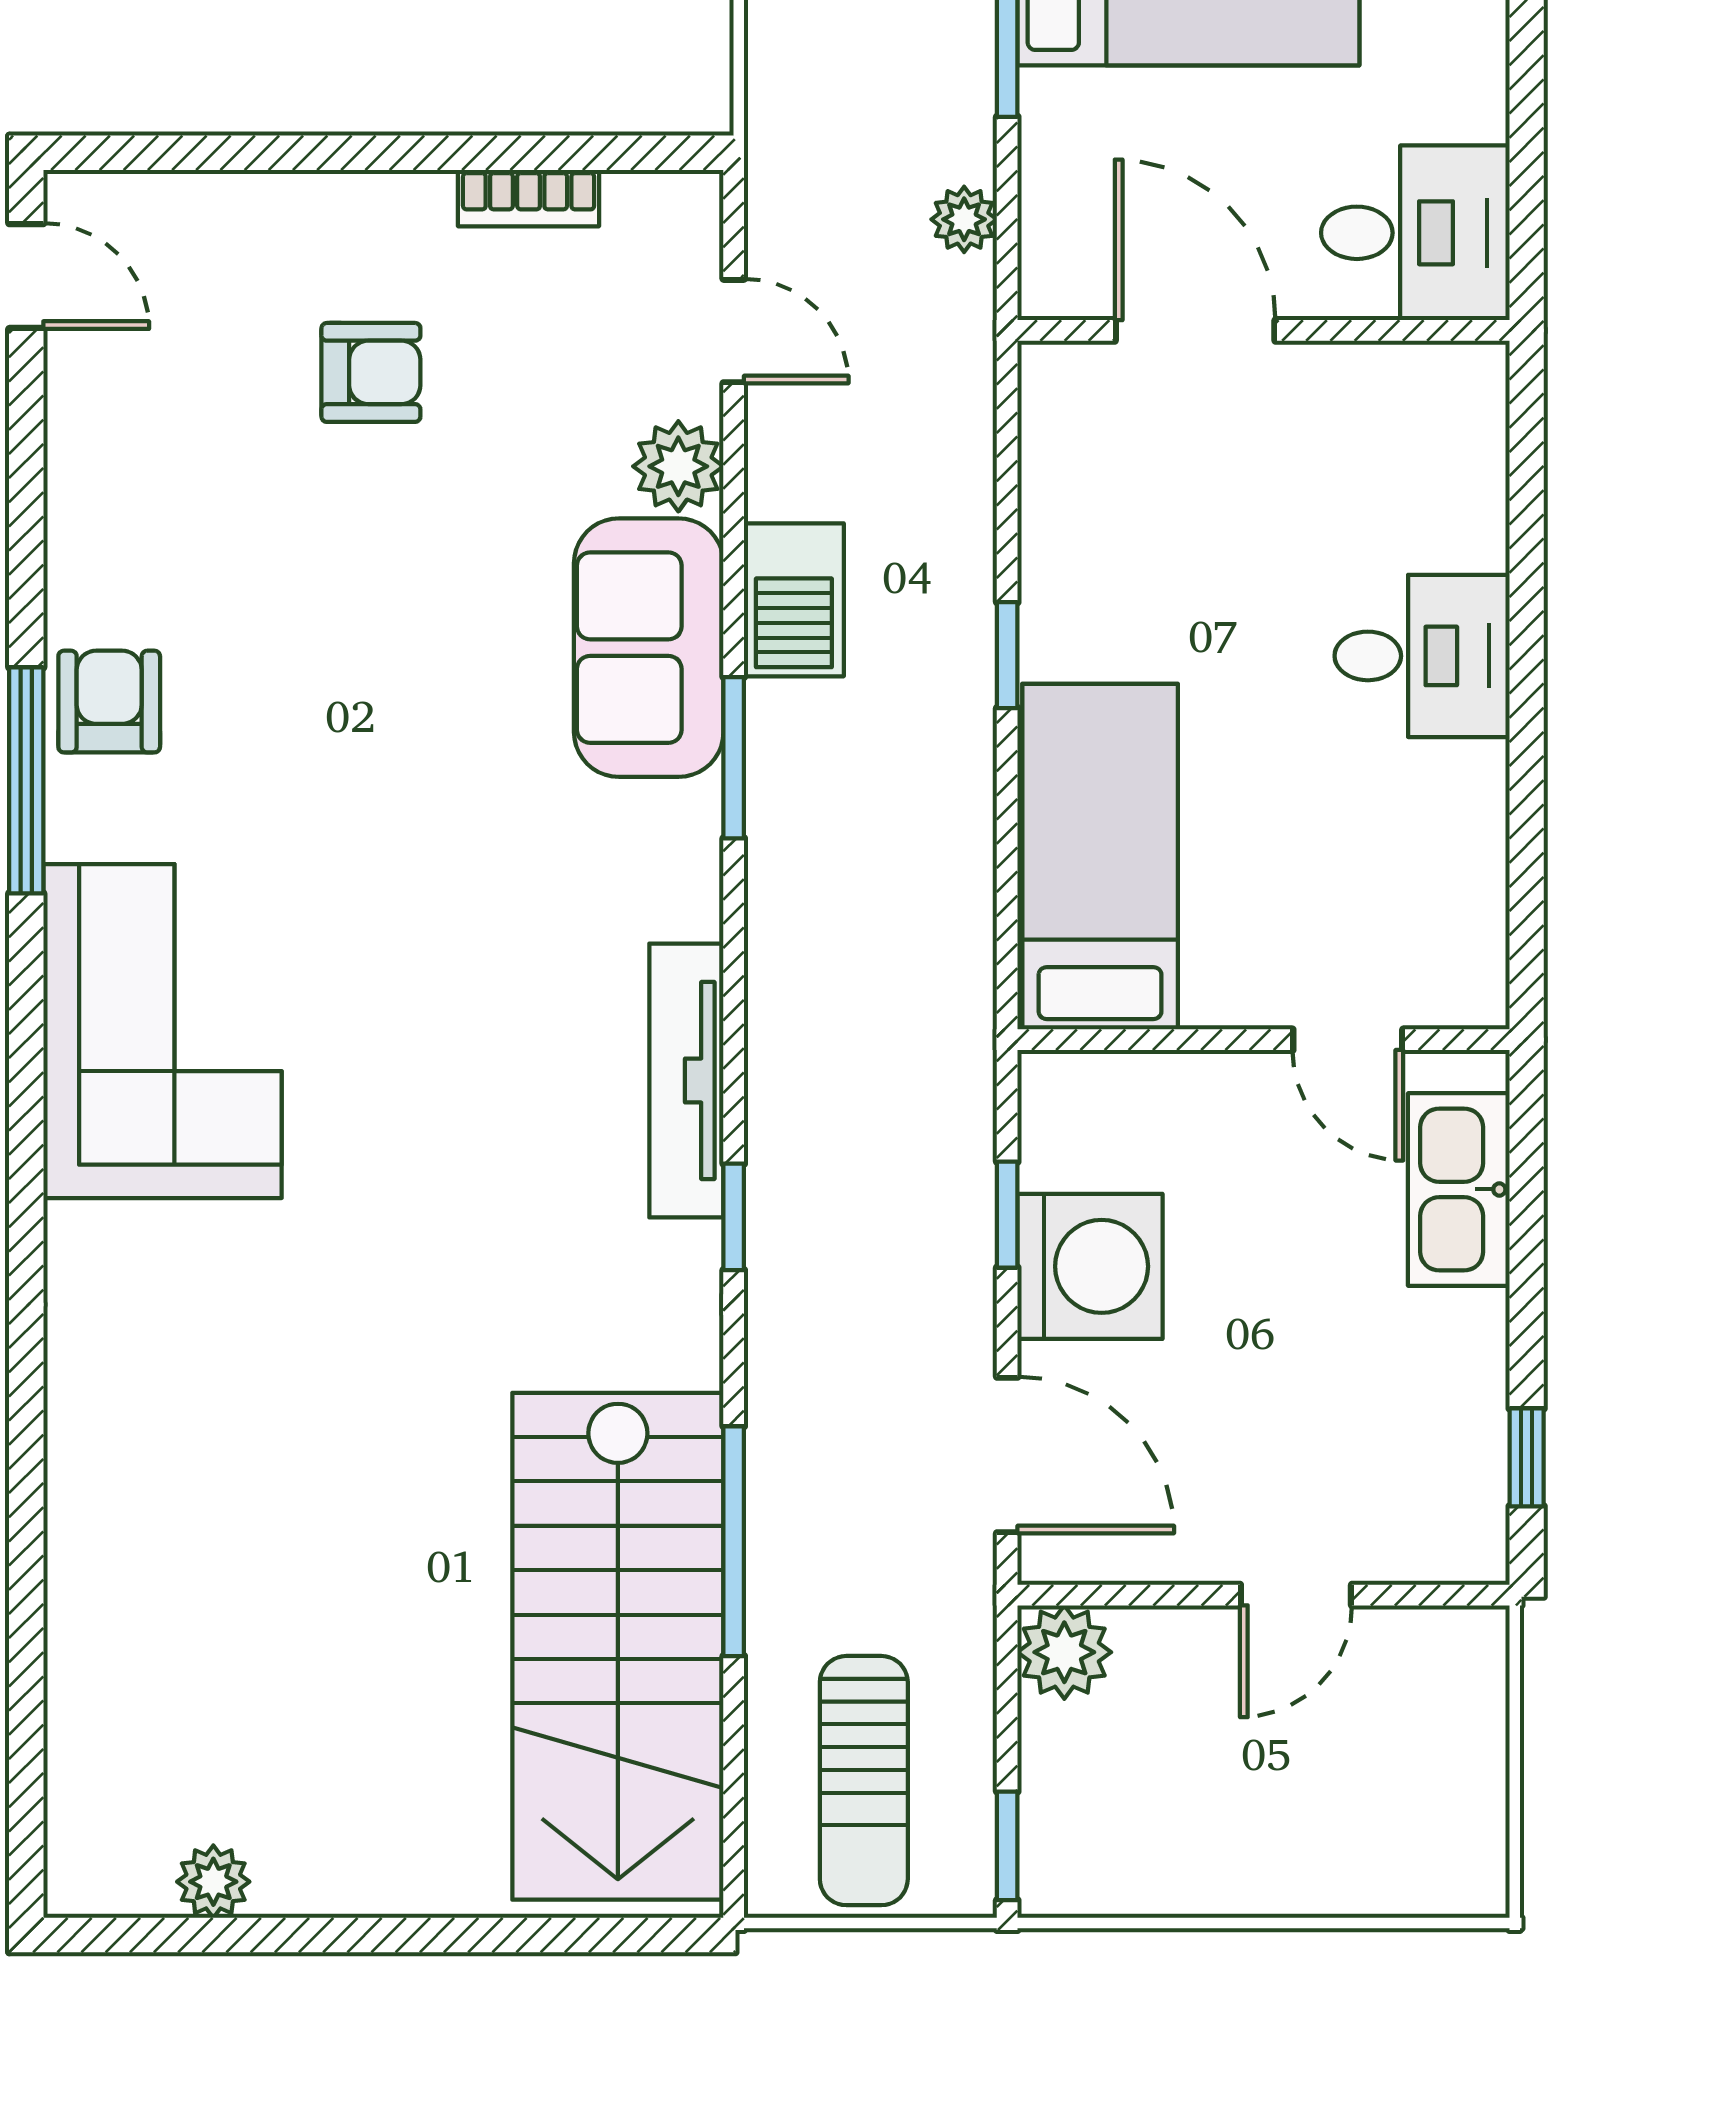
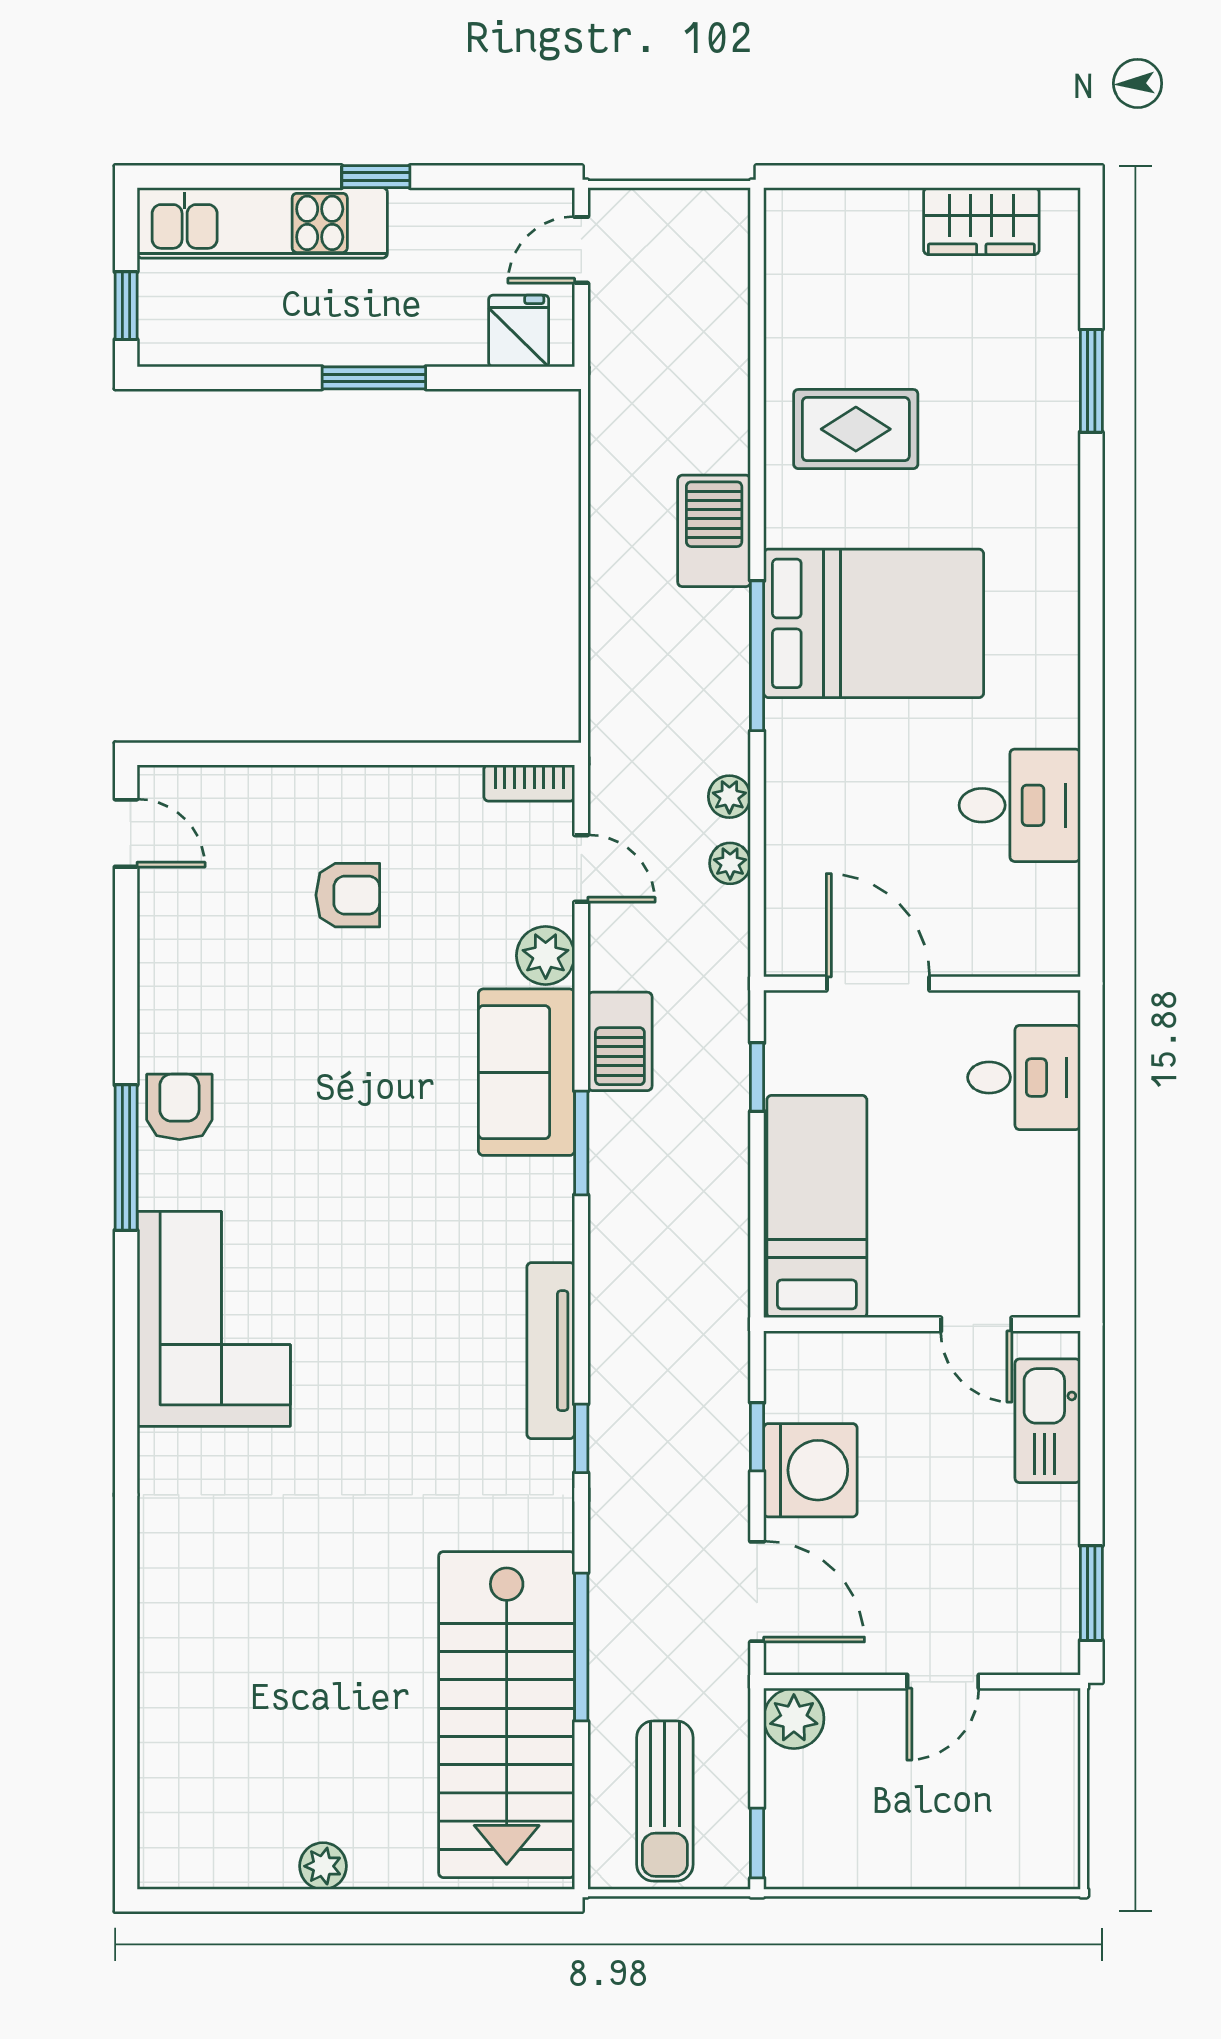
bookcase: (529, 198) -> (529, 783), moved
plant: (965, 323) -> (730, 863), added
door: (1195, 330) -> (878, 984), moved
wall: (1263, 330) -> (922, 984), moved
window: (1527, 1457) -> (1091, 1593), width x1.50
plant: (213, 1882) -> (323, 1866), moved

